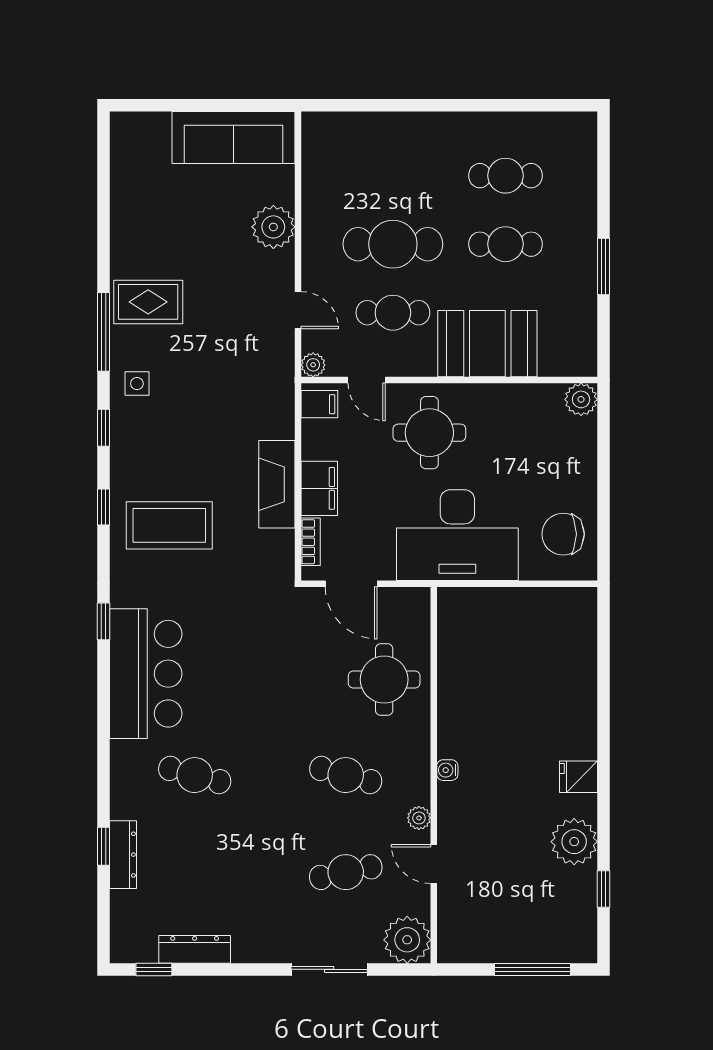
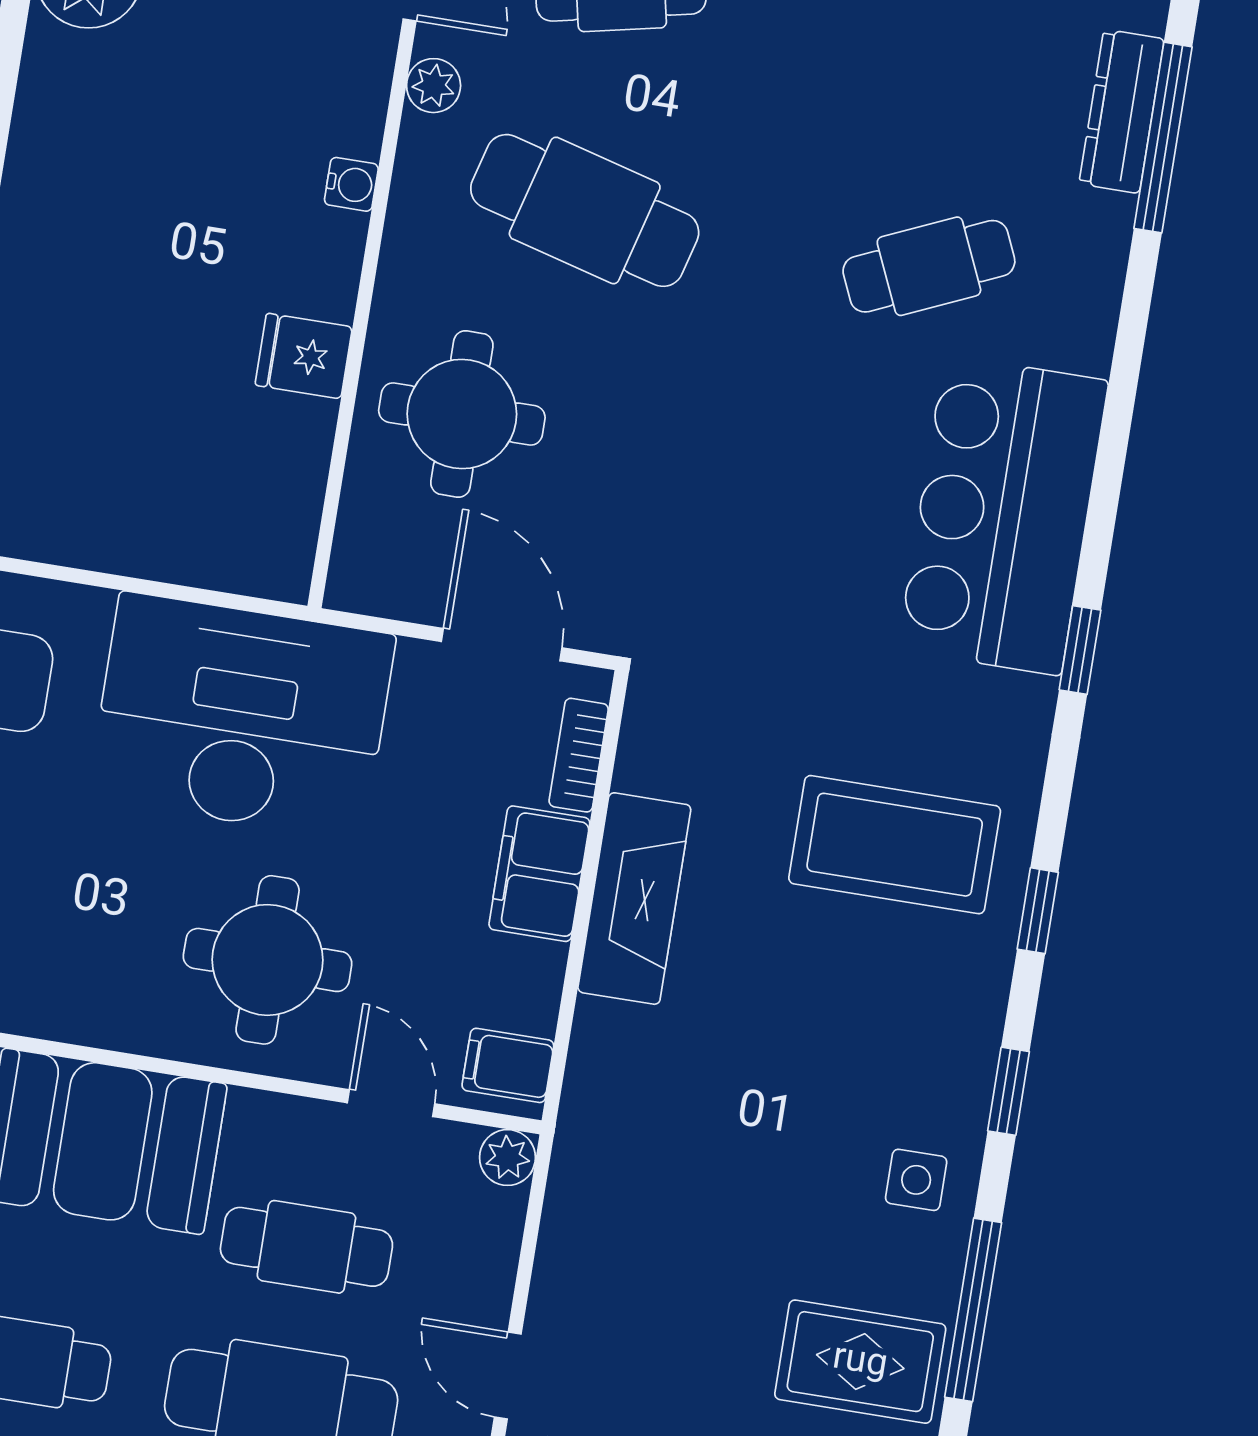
door: (298, 310) -> (508, 1375), moved
cafe table: (195, 775) -> (929, 266), turned -39
cafe table: (346, 775) -> (585, 210), width x1.37, depth x1.35
fridge: (578, 777) -> (304, 356), moved, turned 180
window: (104, 846) -> (1163, 138), width x2.17

